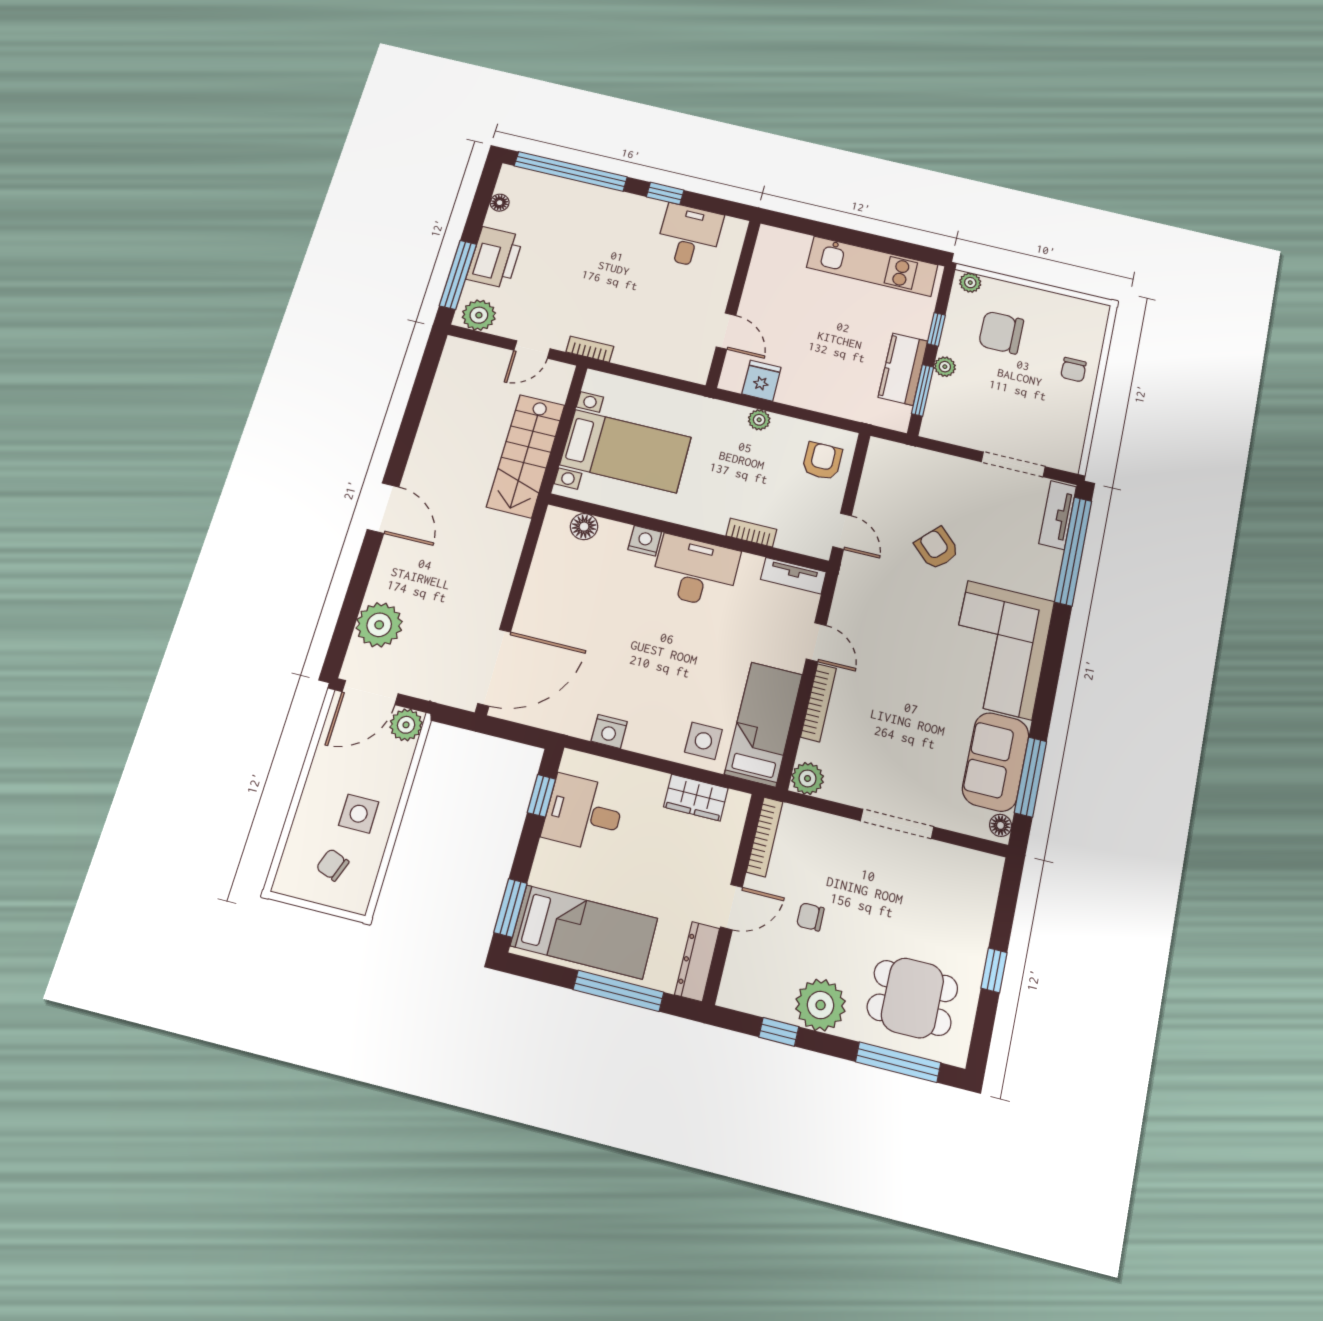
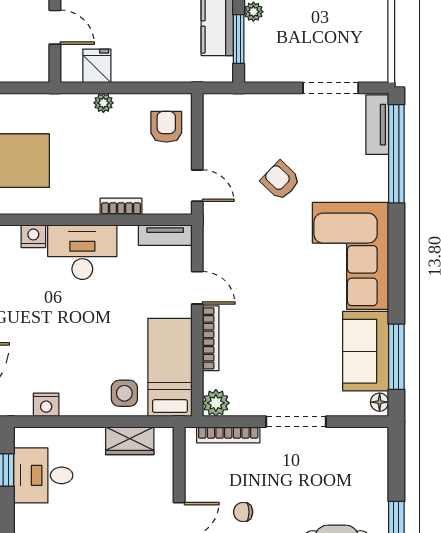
bookcase: (765, 837) -> (228, 435), moved, turned 90

